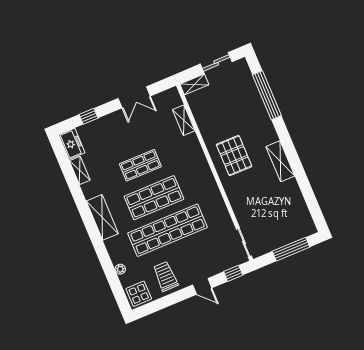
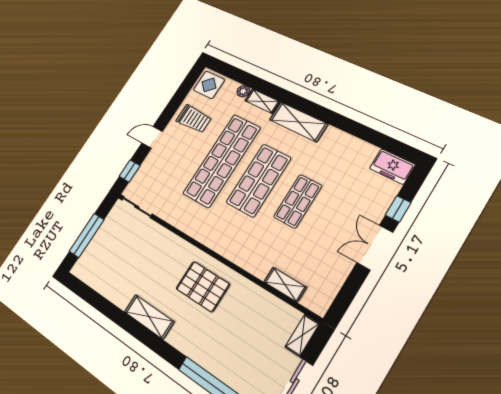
double door: (134, 97) -> (375, 248), moved
shelving: (80, 170) -> (262, 101), moved

